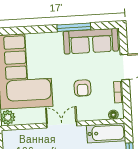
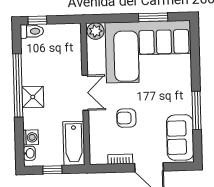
sofa: (91, 41) -> (180, 138), width x0.73
floor lamp: (113, 115) -> (95, 152), removed

